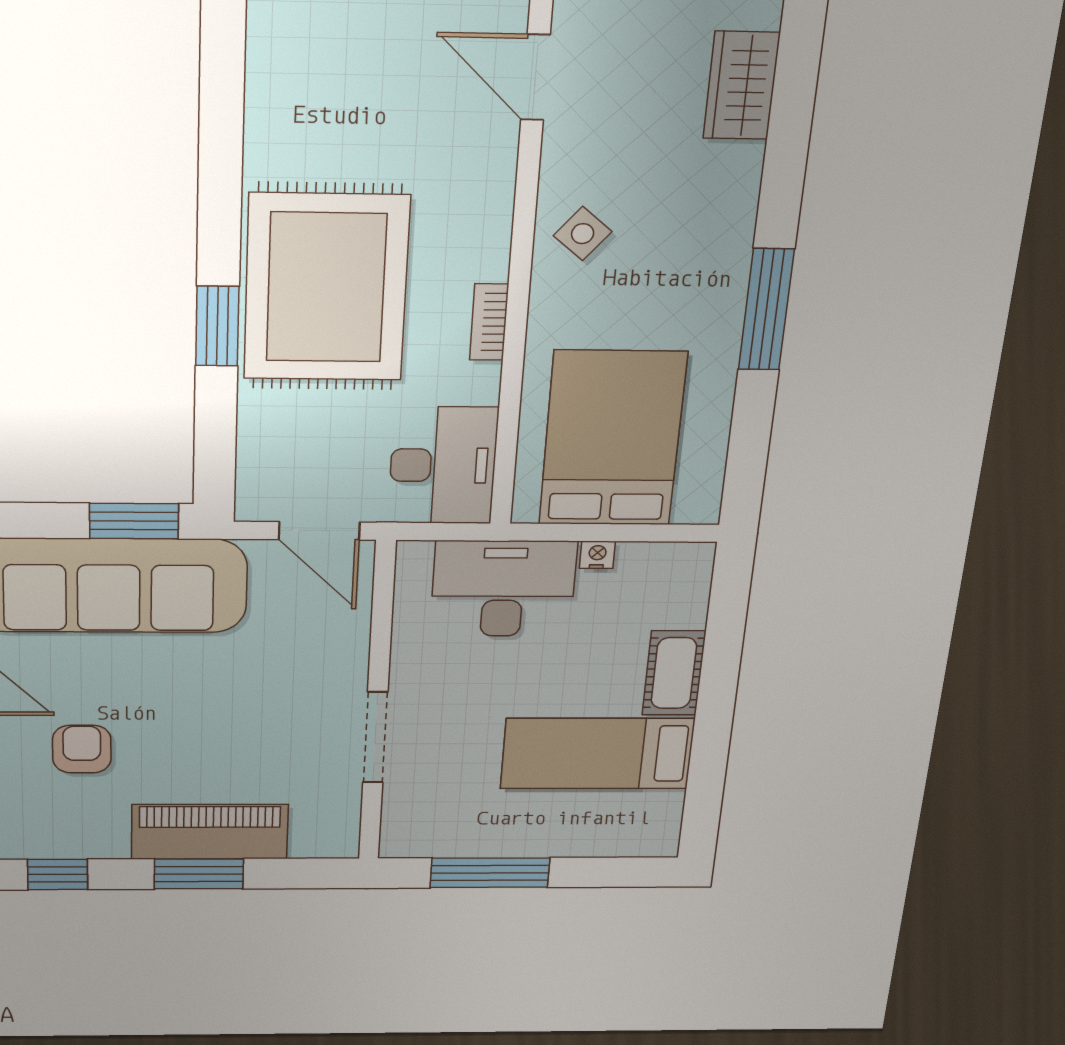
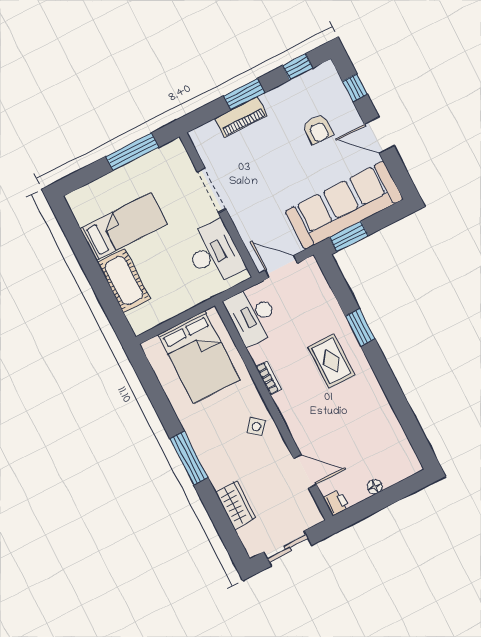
rug: (326, 288) -> (331, 361), width x0.54, depth x0.49
window: (766, 310) -> (189, 458), moved
nightstand: (597, 555) -> (176, 309), removed
desk: (503, 589) -> (214, 253), moved, turned -90
cot: (674, 673) -> (124, 281), width x1.37, depth x1.34
piano: (210, 832) -> (241, 117), width x0.73, depth x0.75

